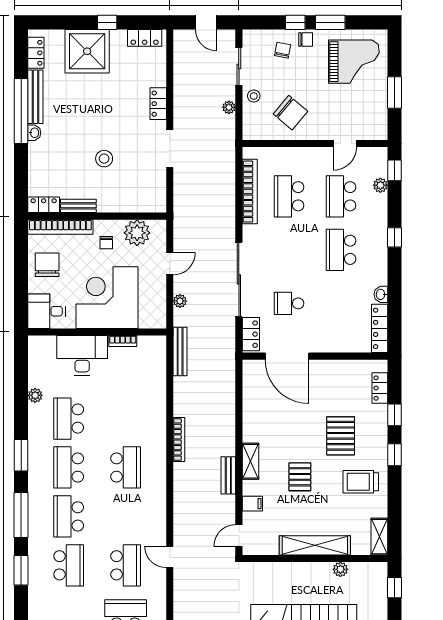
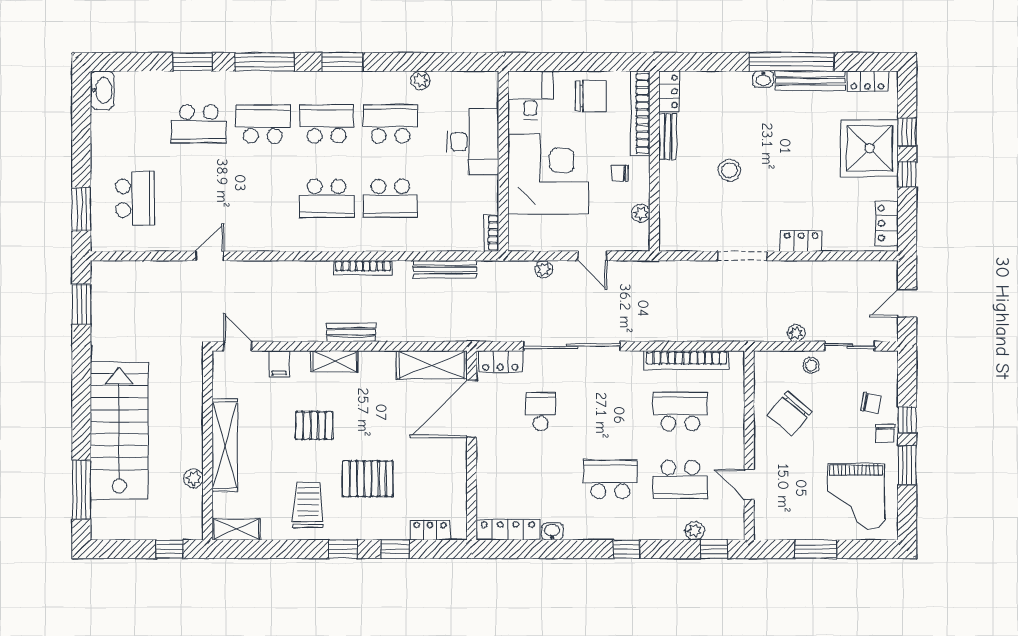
window: (75, 22) -> (907, 132), added
school desk: (341, 196) -> (680, 479), turned 180
plant: (137, 233) -> (641, 213), width x0.53, depth x0.53
bookcase: (123, 341) -> (492, 233), moved
bench: (180, 351) -> (445, 269), moved
shelving: (253, 387) -> (432, 365), added
bench: (228, 475) -> (351, 332), moved
school desk: (126, 565) -> (390, 198), moved

